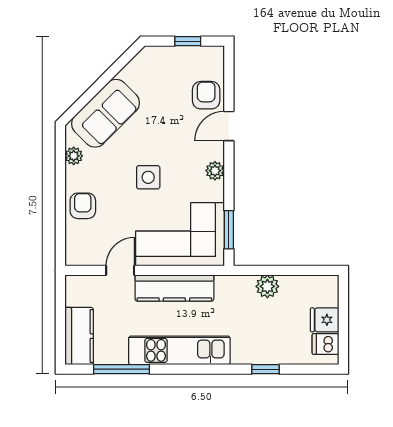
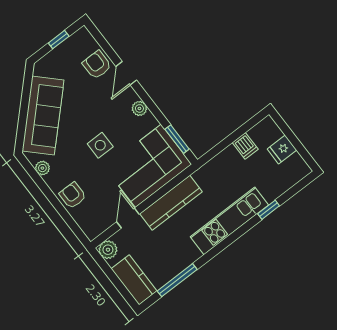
sofa: (105, 113) -> (43, 116), width x1.36
plant: (267, 286) -> (108, 250), moved
dishwasher: (326, 344) -> (245, 146), moved, turned -90
kitchen unit: (179, 350) -> (229, 221), moved

